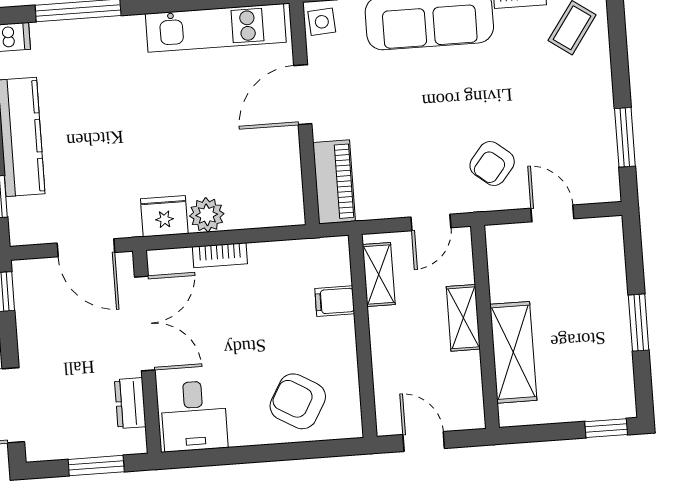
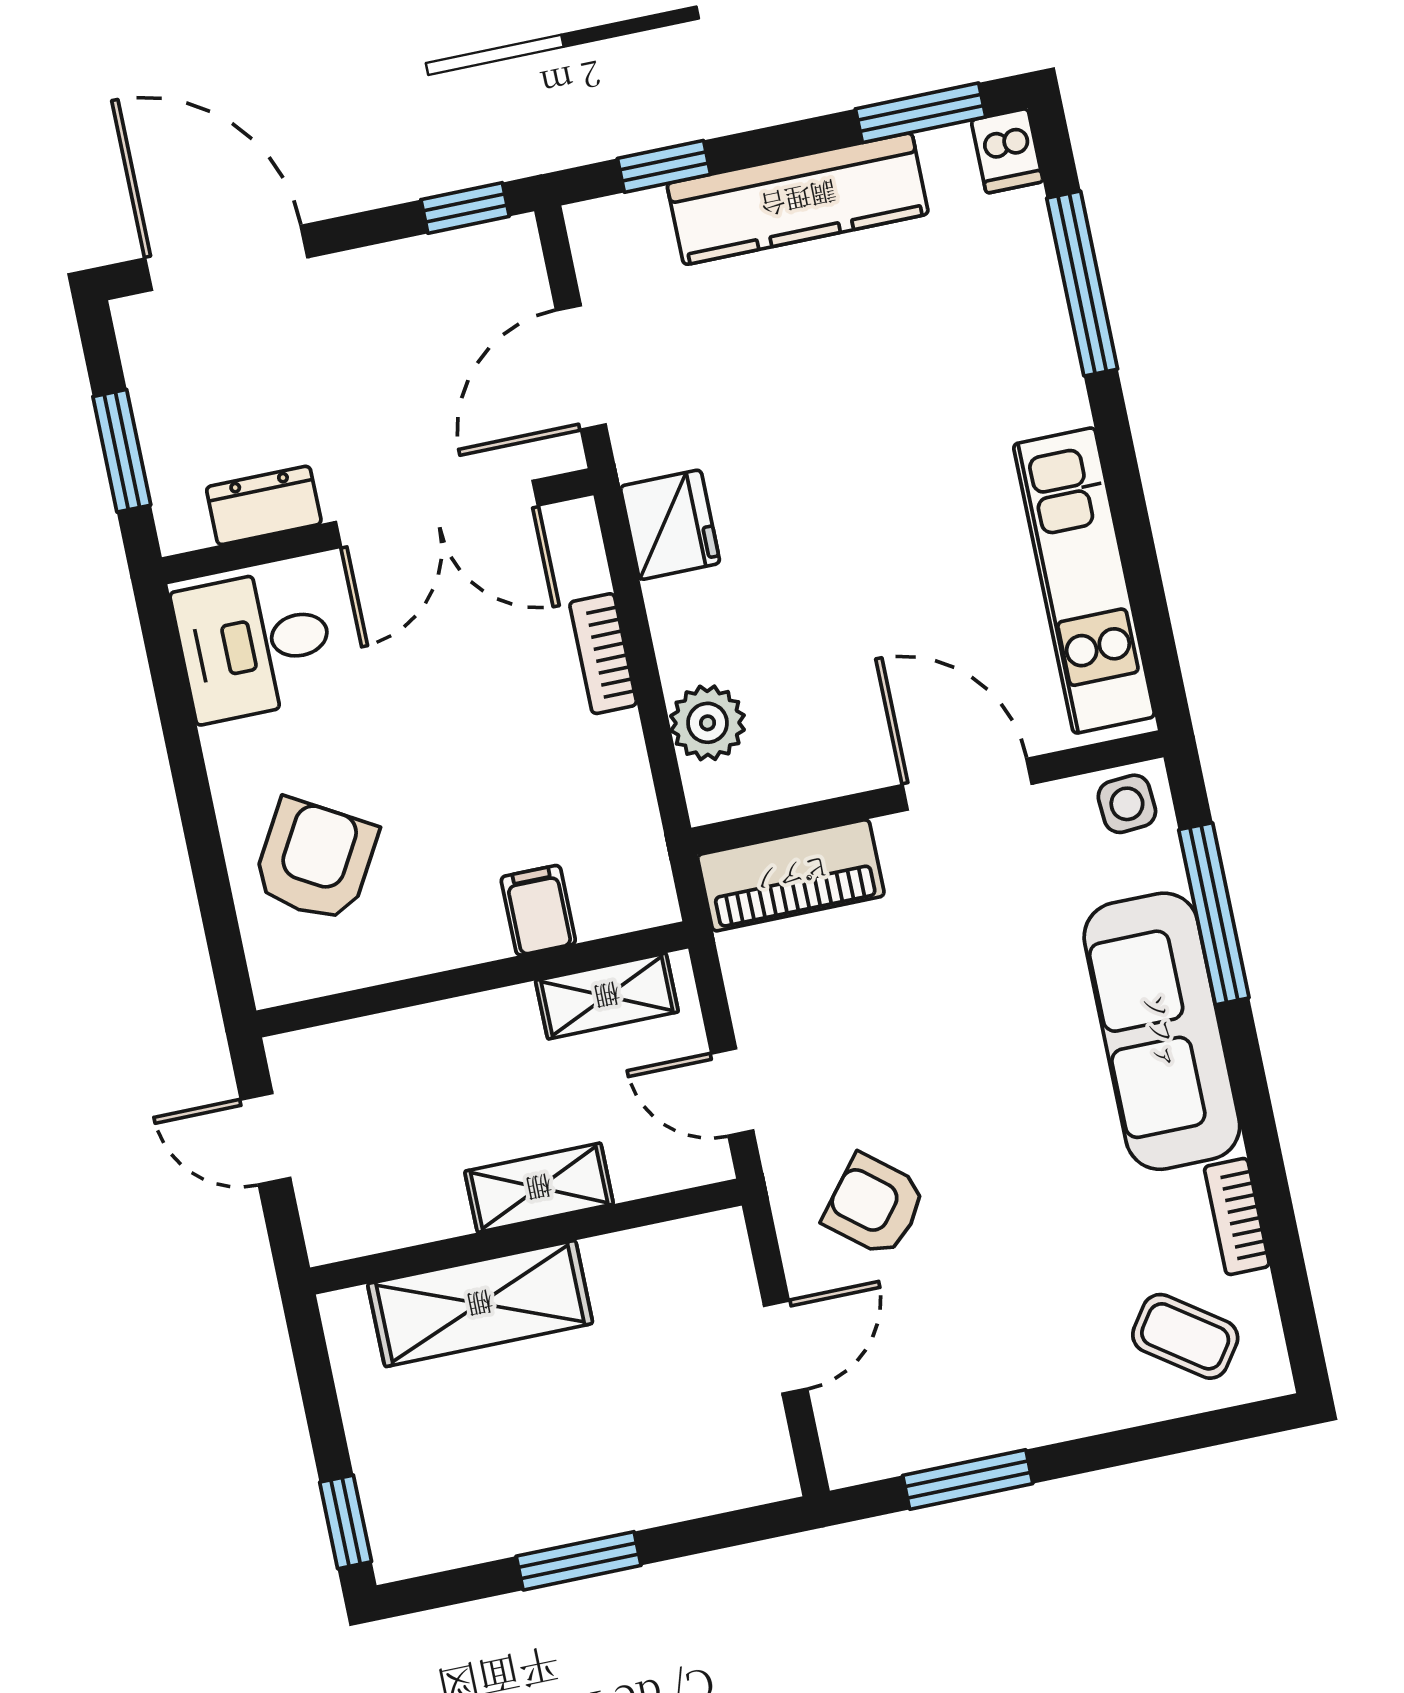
plant: (207, 215) -> (708, 723), moved
door: (424, 441) -> (266, 1139), swing flipped

